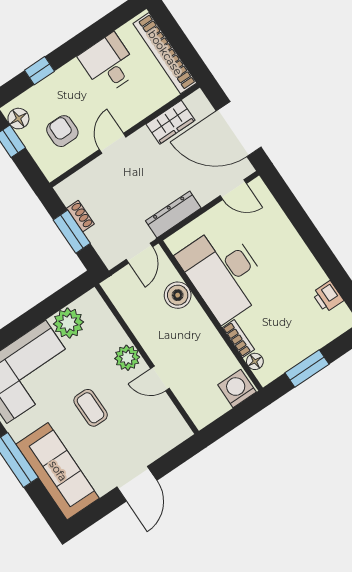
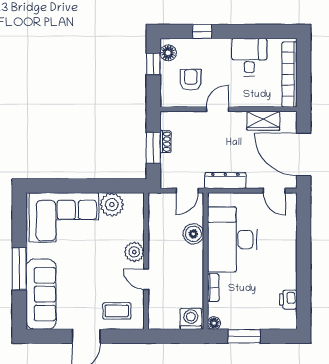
floor lamp: (255, 361) -> (214, 323), moved
coffee table: (91, 408) -> (117, 311), moved, turned 90

